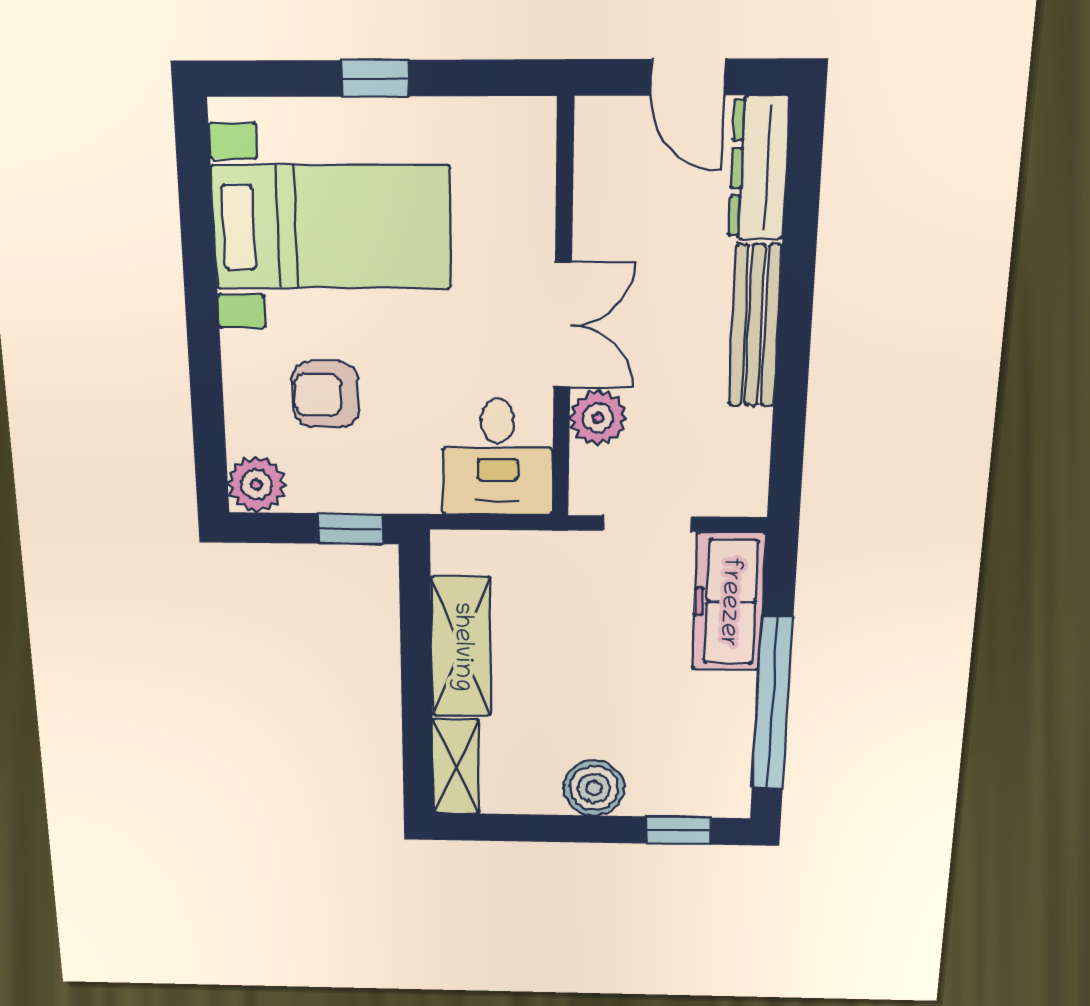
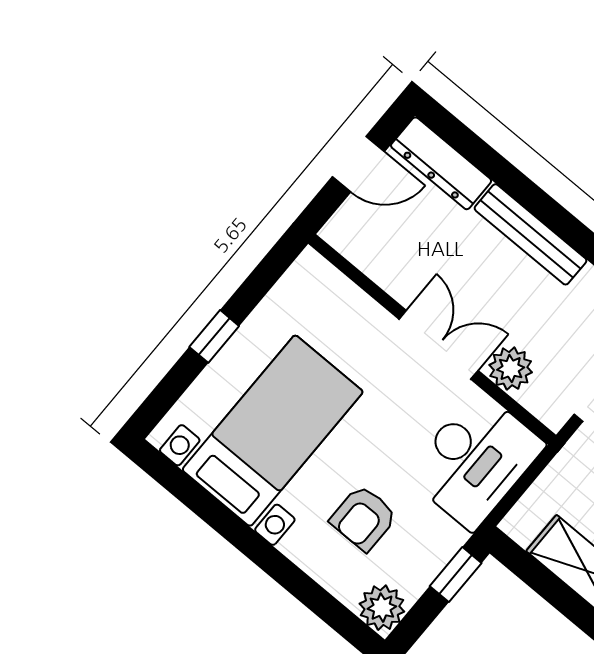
desk: (498, 457) -> (475, 460), width x1.37

